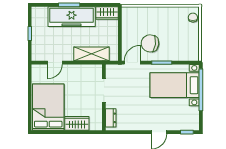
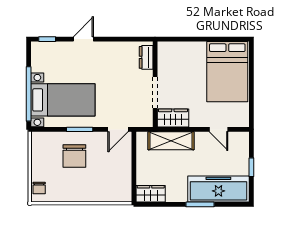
freezer: (72, 17) -> (218, 189), moved
chair: (150, 43) -> (74, 156), moved, turned 83
door: (55, 63) -> (219, 129), swing flipped
wardrobe: (77, 123) -> (173, 118), moved, turned 180

